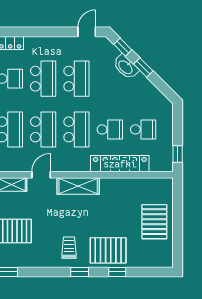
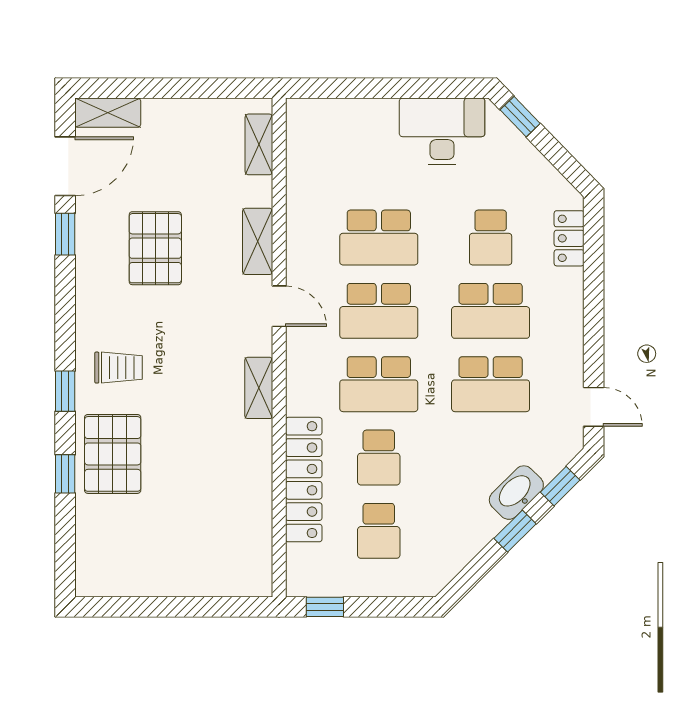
shelving: (78, 186) -> (259, 388), width x0.67, depth x0.75
pallet: (154, 222) -> (176, 556), removed

